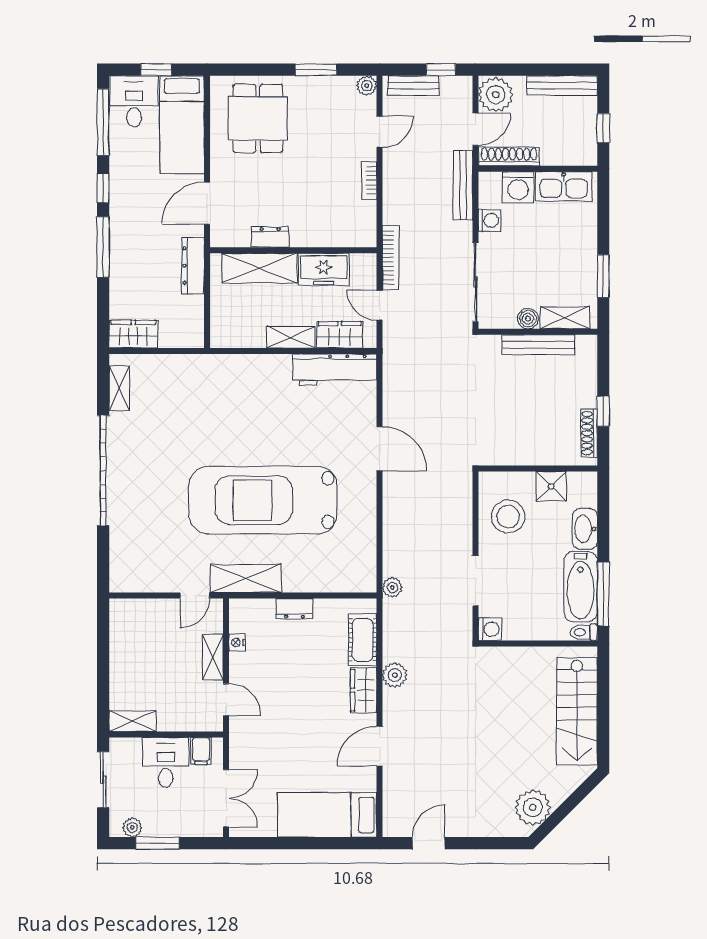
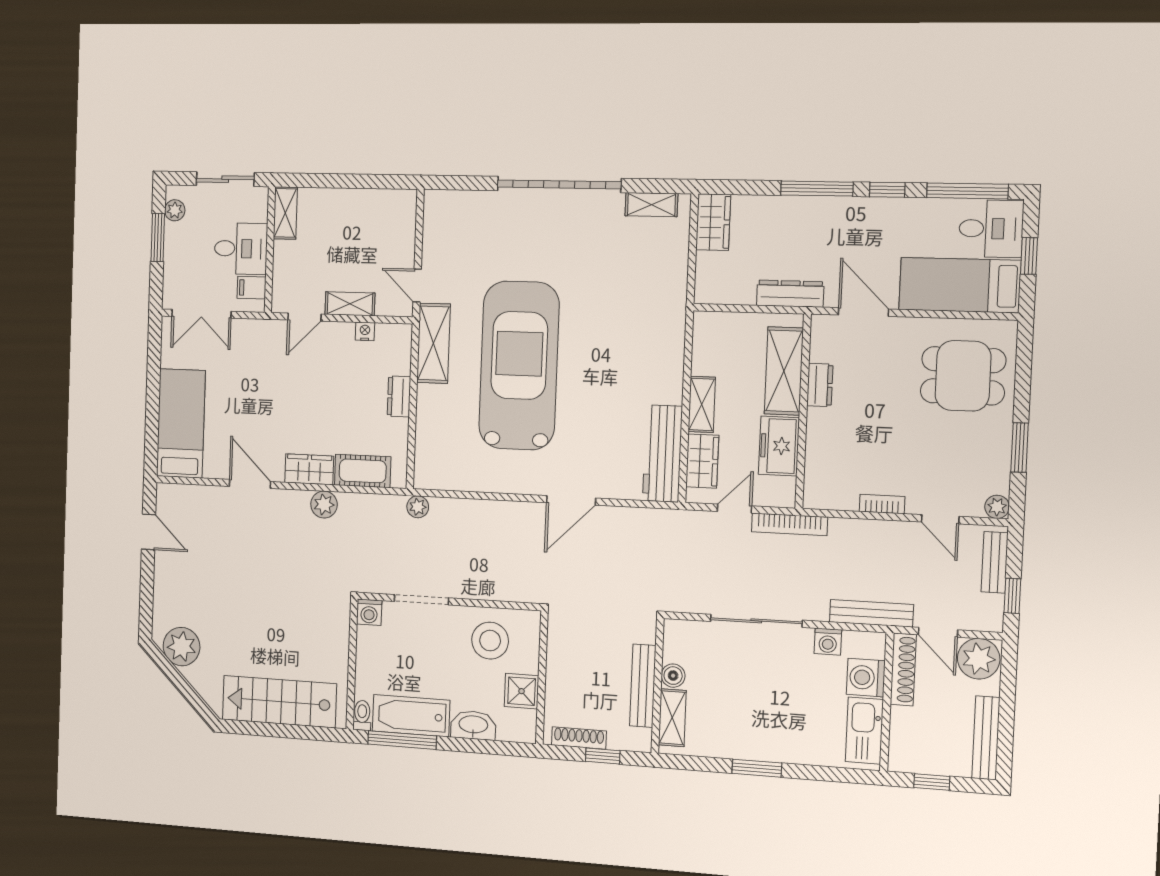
shelving: (565, 318) -> (672, 718), moved
boiler: (528, 319) -> (673, 676), moved
wall: (538, 332) -> (658, 686), moved
bench: (539, 345) -> (643, 686), moved

